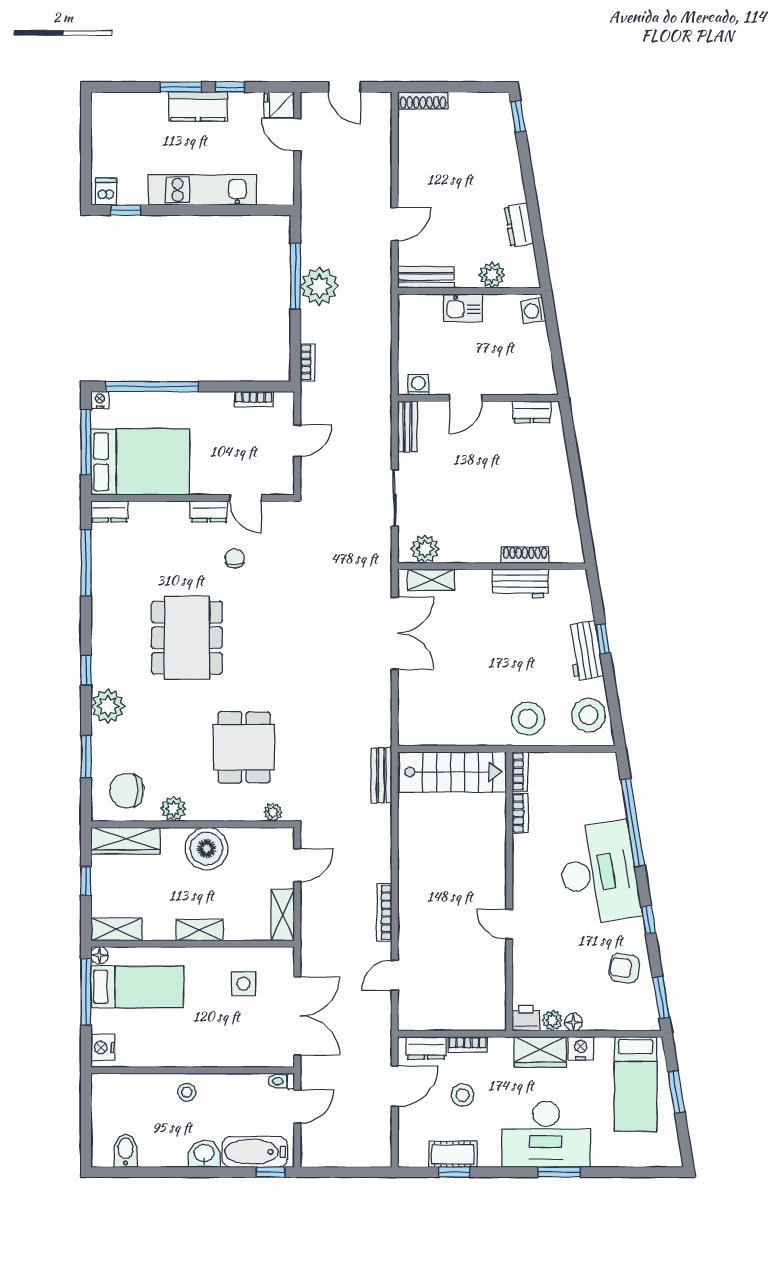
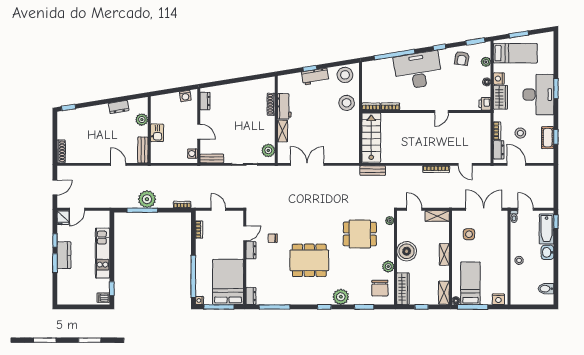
washing machine: (533, 311) -> (185, 96), moved
shelving: (431, 580) -> (282, 131), moved
plant: (552, 1020) -> (486, 62), moved

